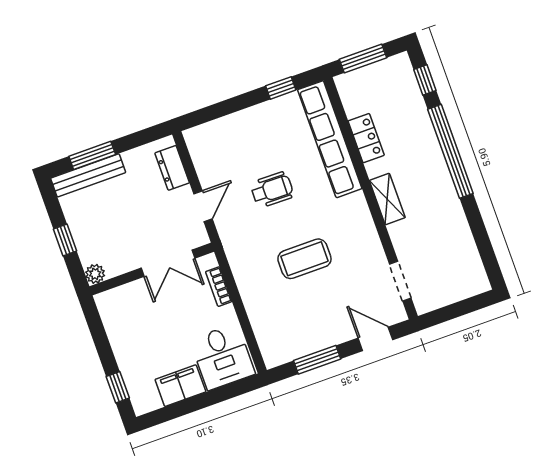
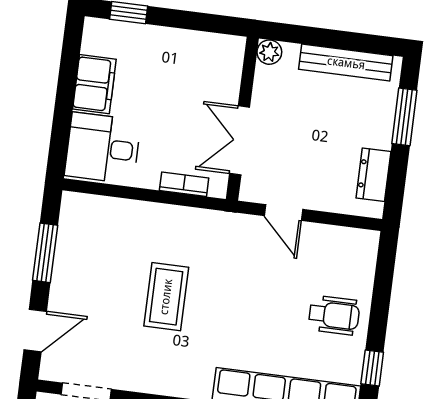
dresser: (172, 168) -> (373, 175), moved, turned -90
bench: (88, 175) -> (346, 63), moved, turned 90
wheelchair: (272, 190) -> (334, 315), moved, turned -91
window: (65, 240) -> (325, 38), removed

